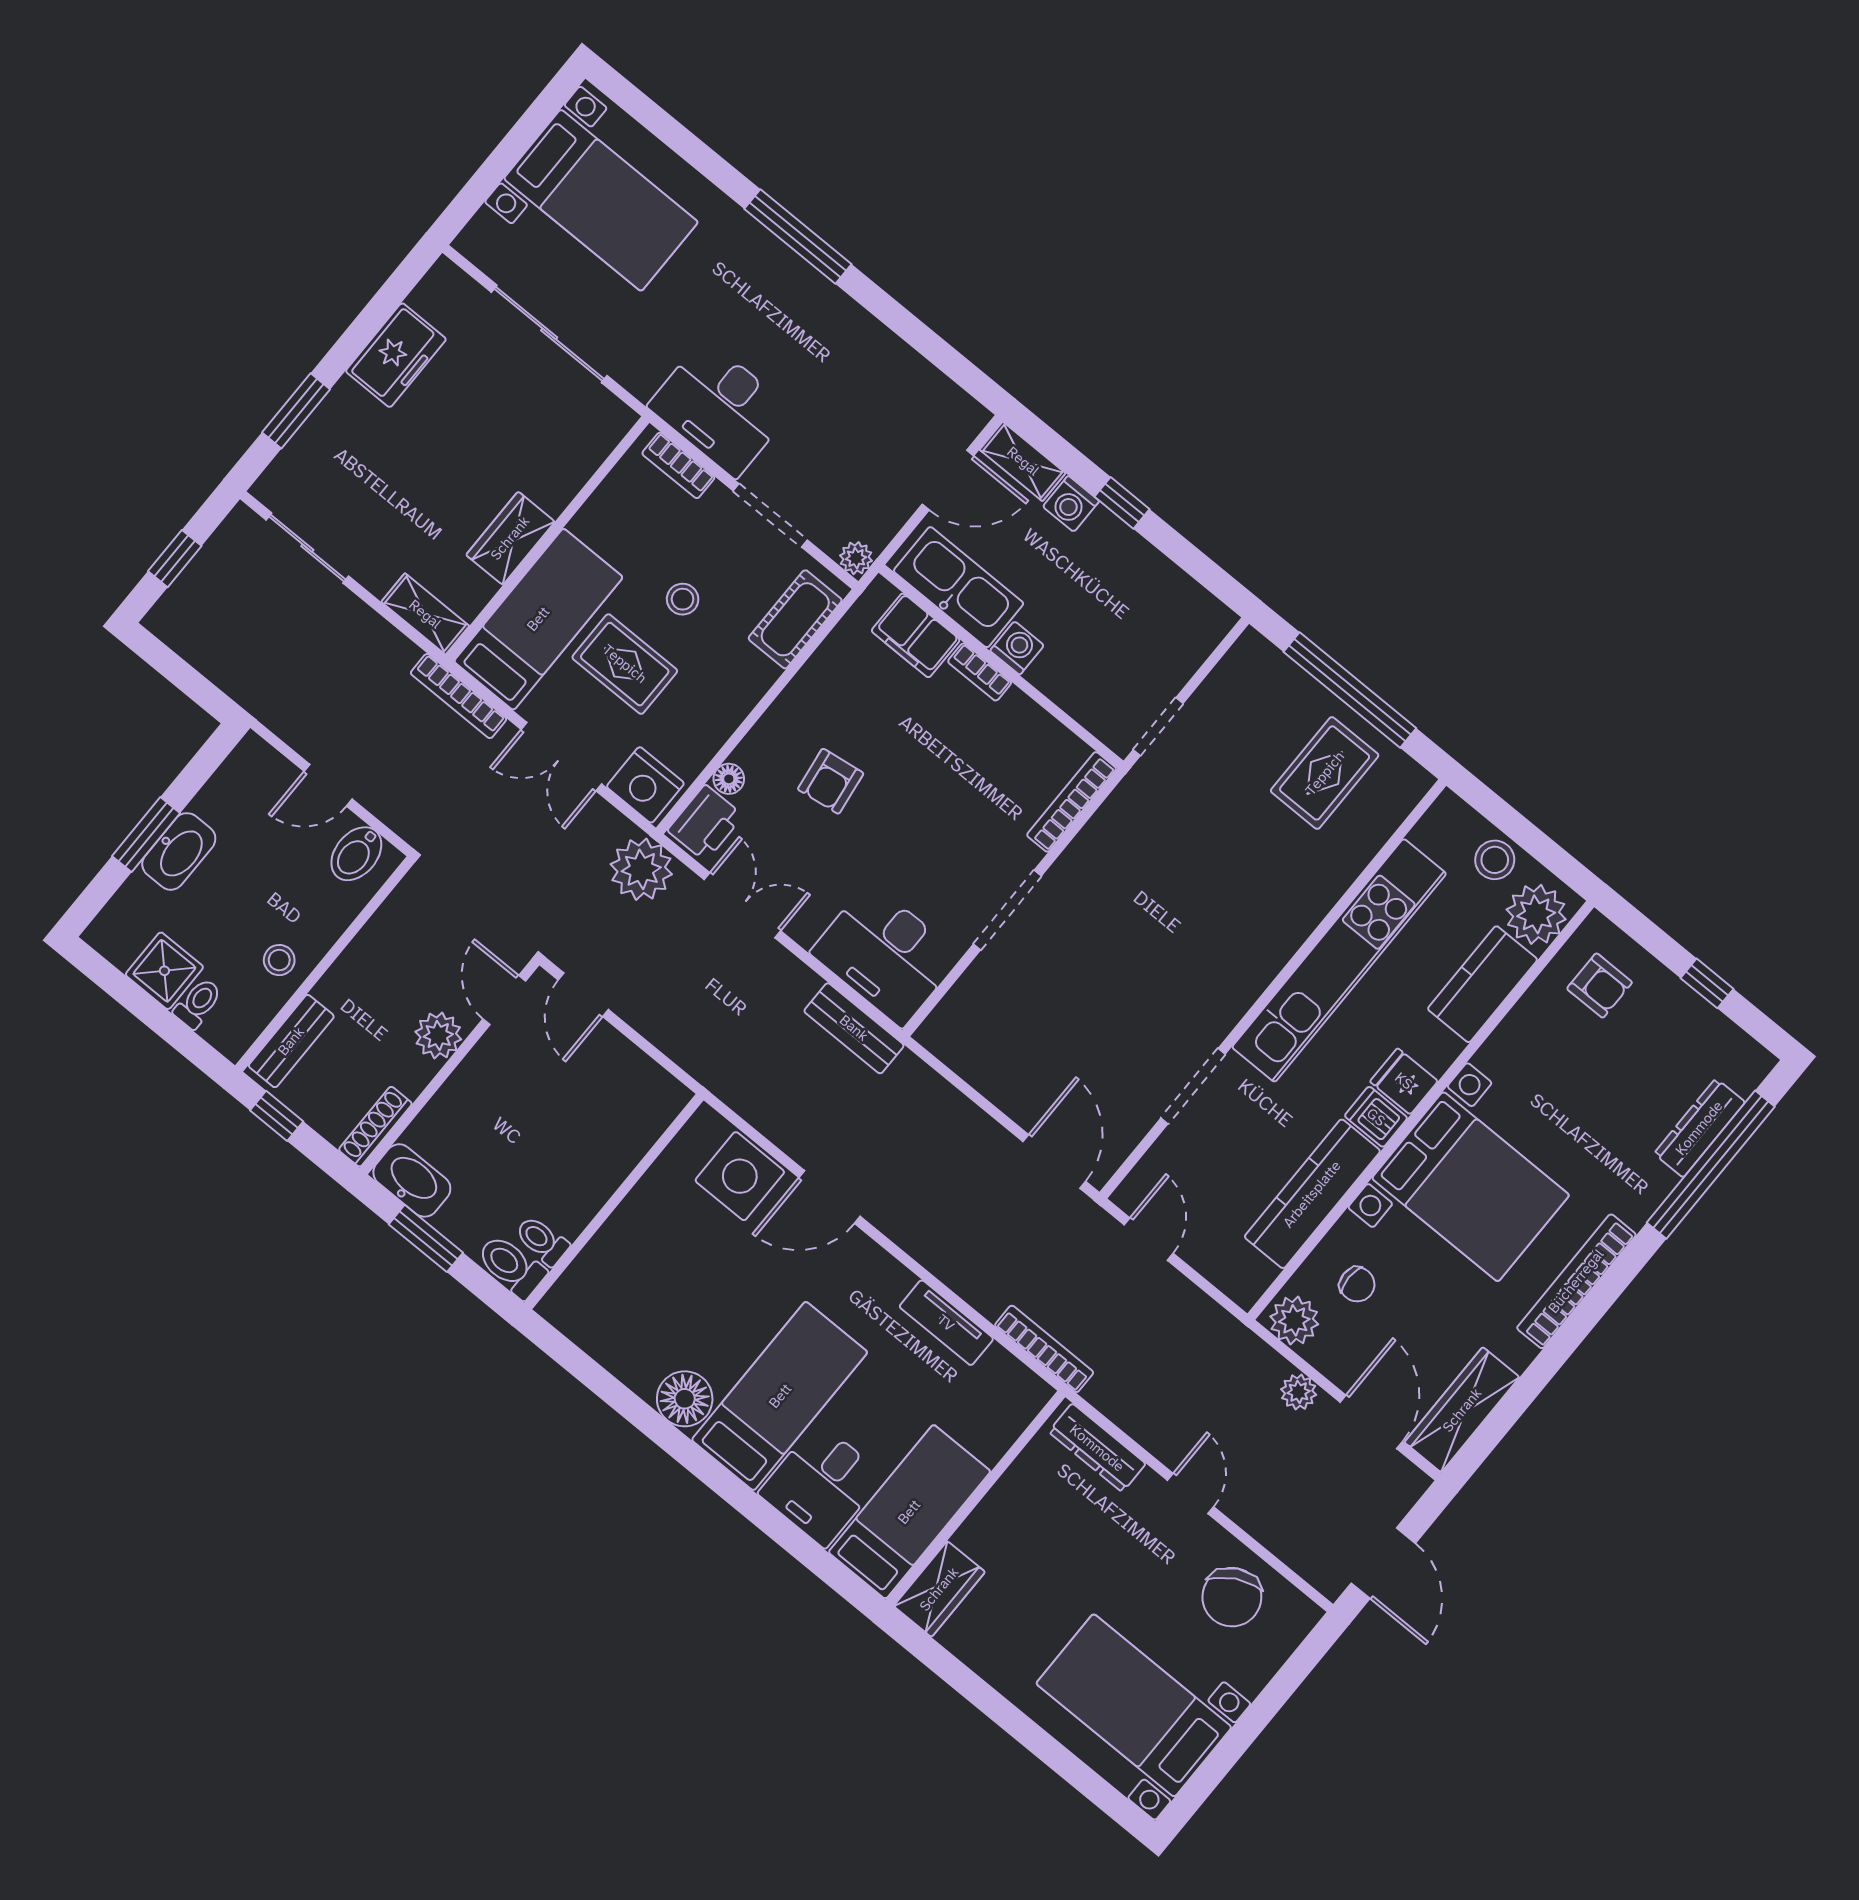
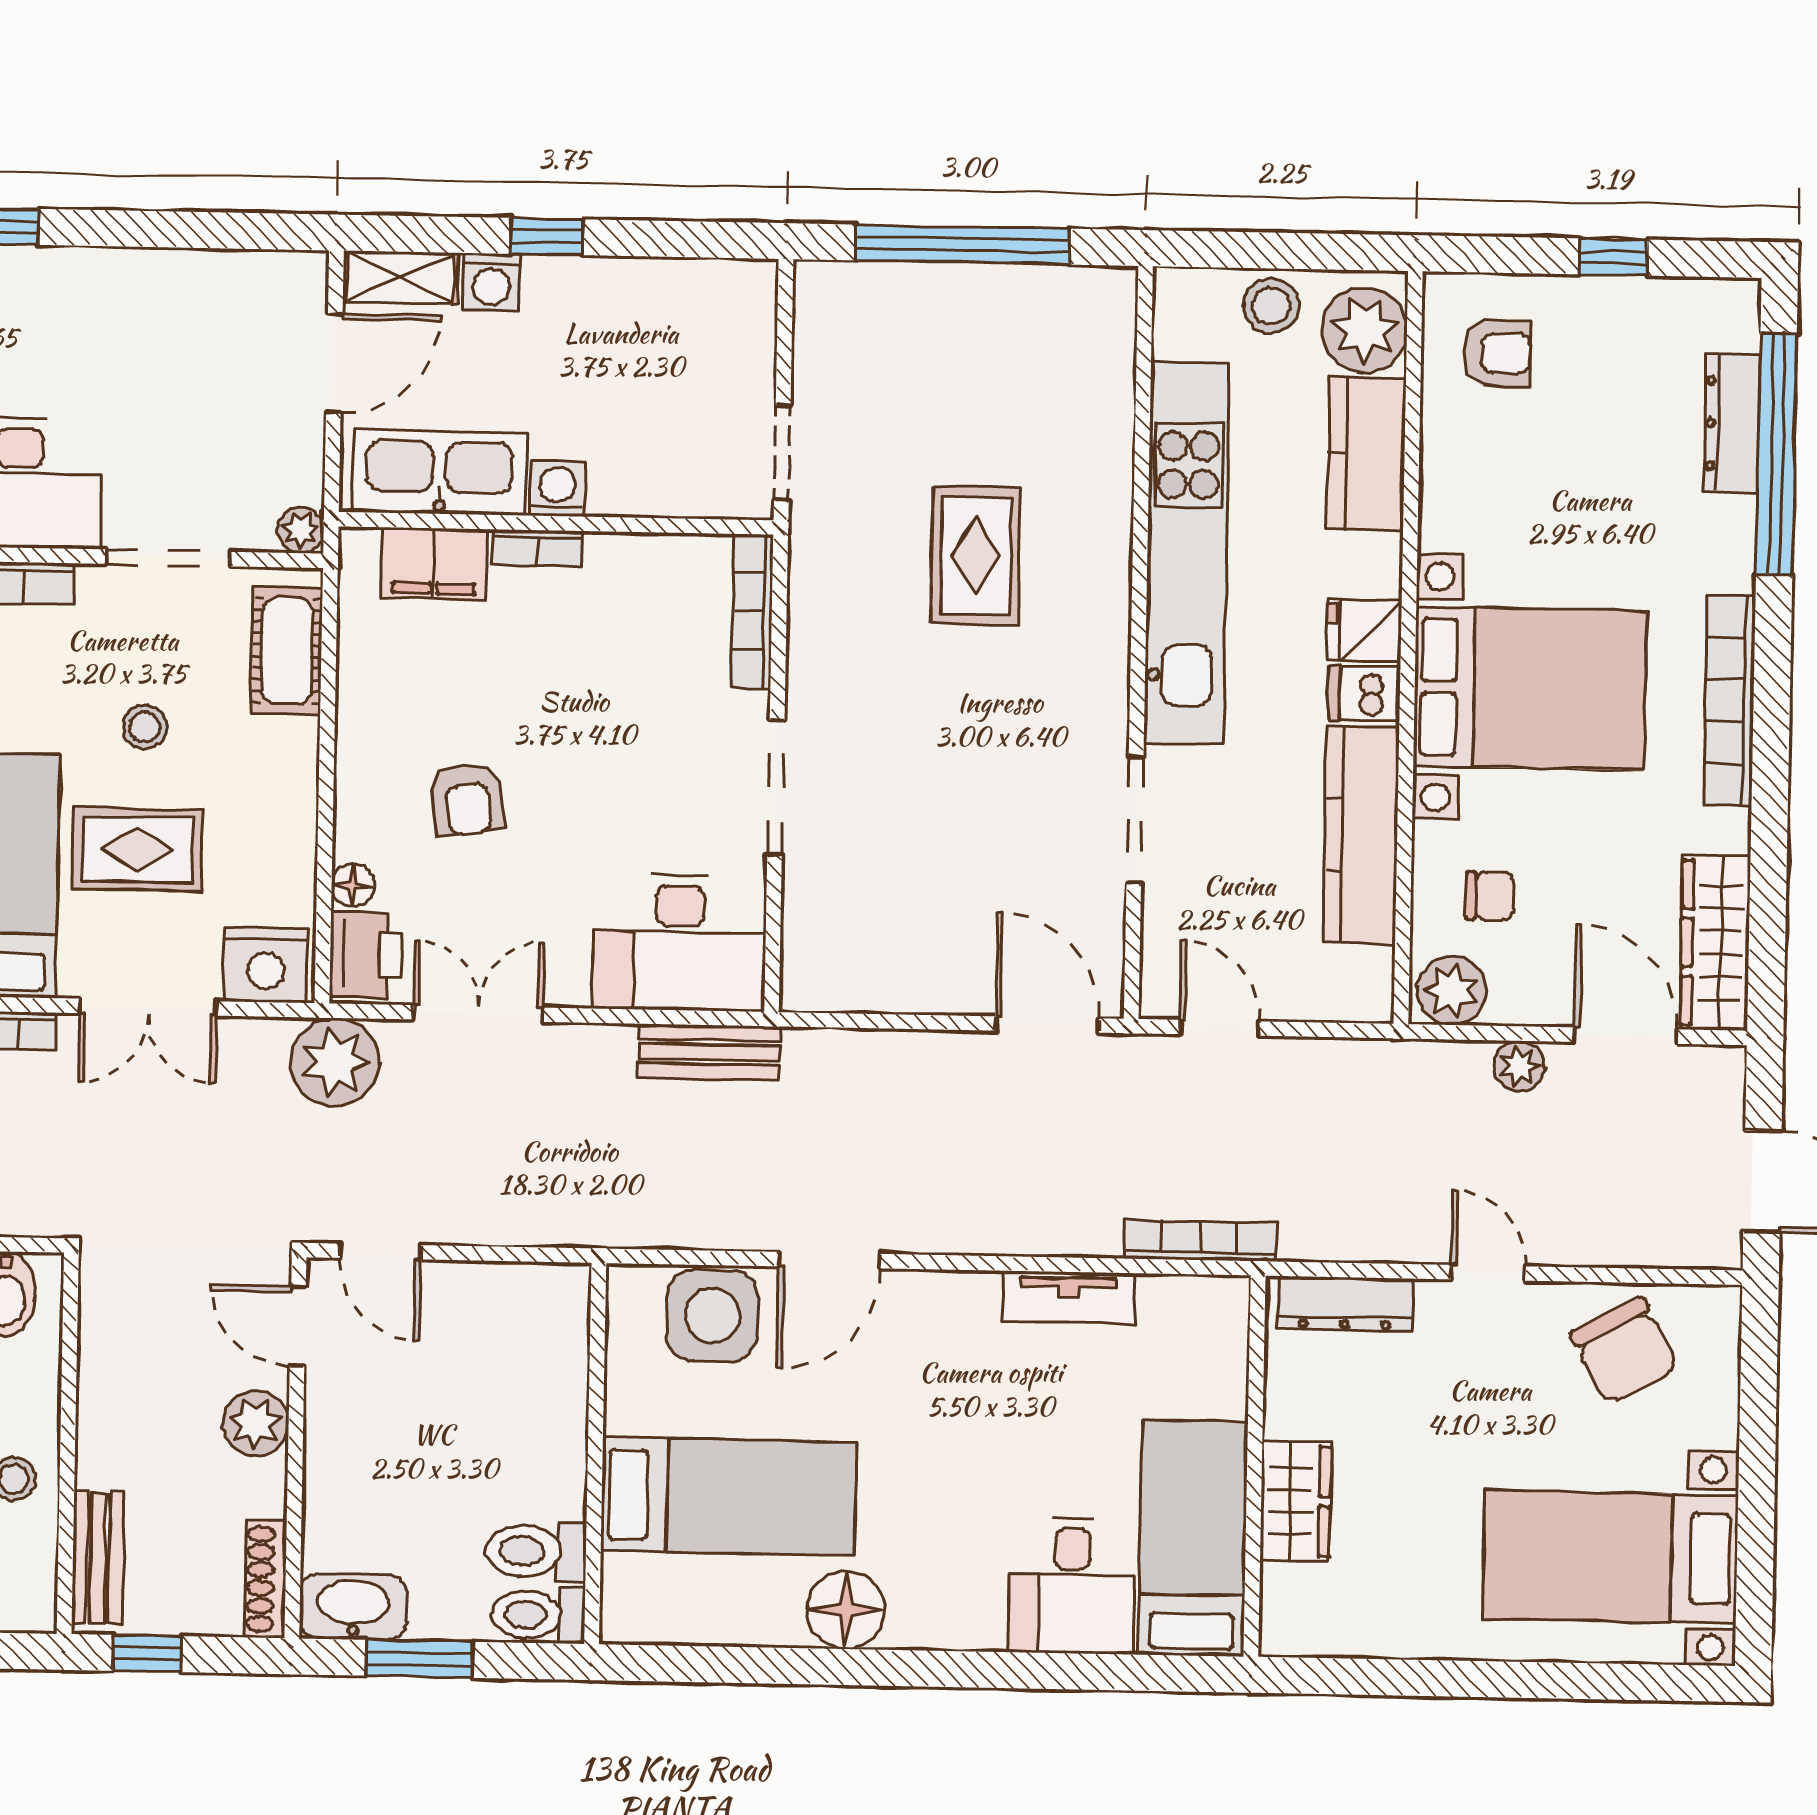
rug: (1325, 773) -> (976, 556), moved
toilet: (542, 1241) -> (536, 1551), width x1.37, depth x1.39
bed: (780, 1396) -> (729, 1496), moved, turned 90
wardrobe: (939, 1589) -> (1296, 1501), moved

